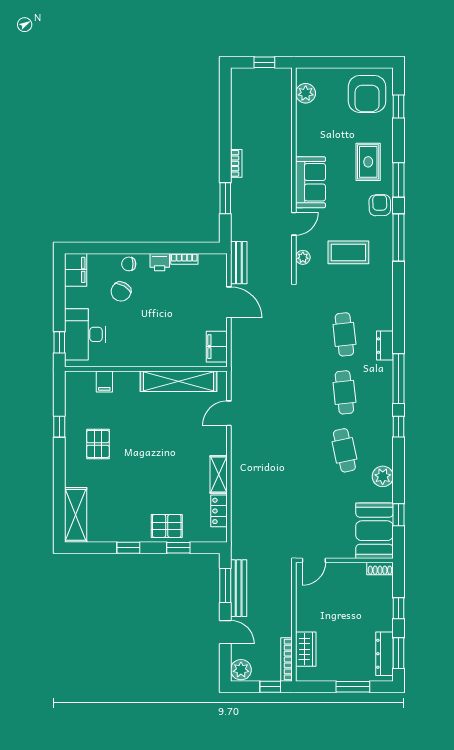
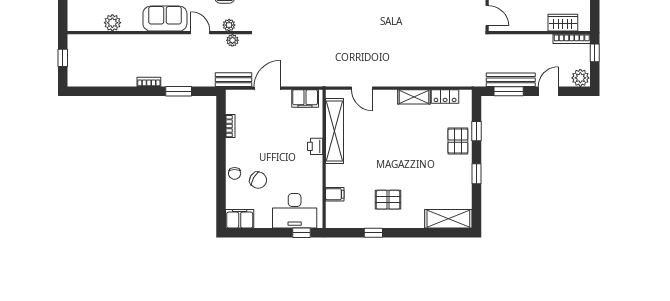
plant: (306, 93) -> (112, 23), moved
plant: (285, 261) -> (232, 40), added
printer: (160, 262) -> (315, 146), moved, turned 180

